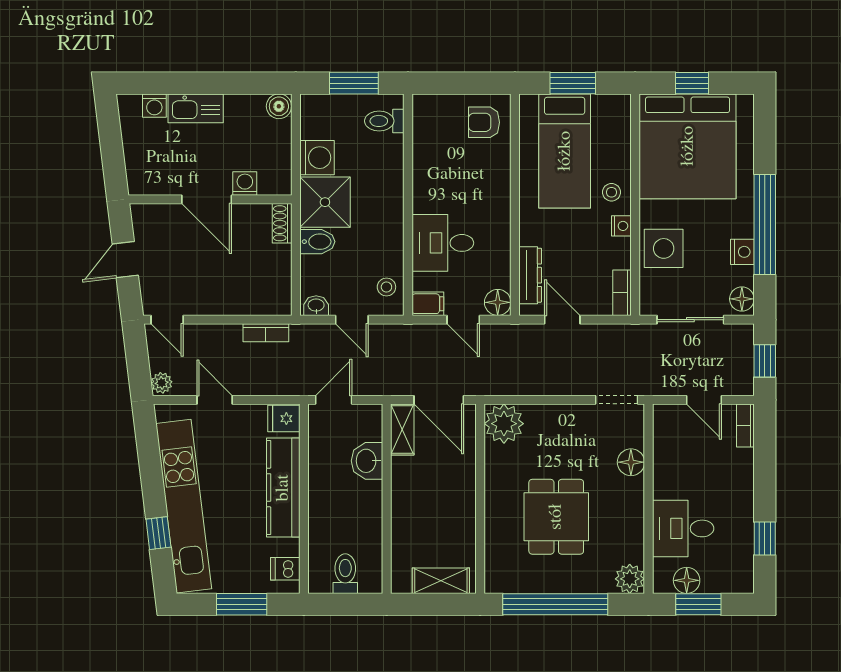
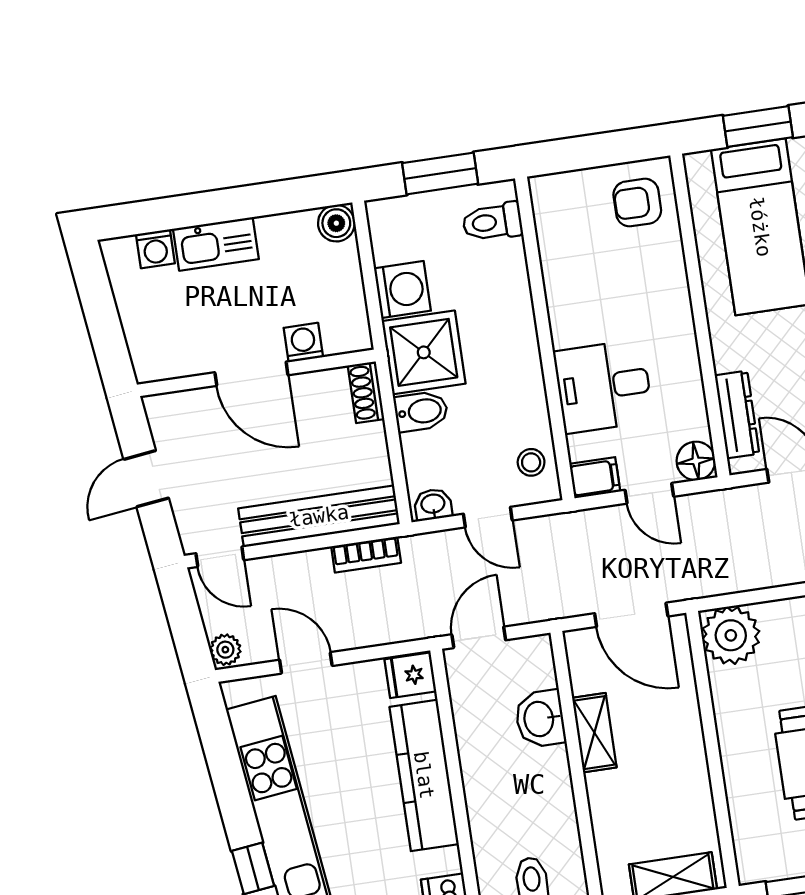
bench: (238, 302) -> (319, 516), added
shelving: (402, 429) -> (594, 733), moved

